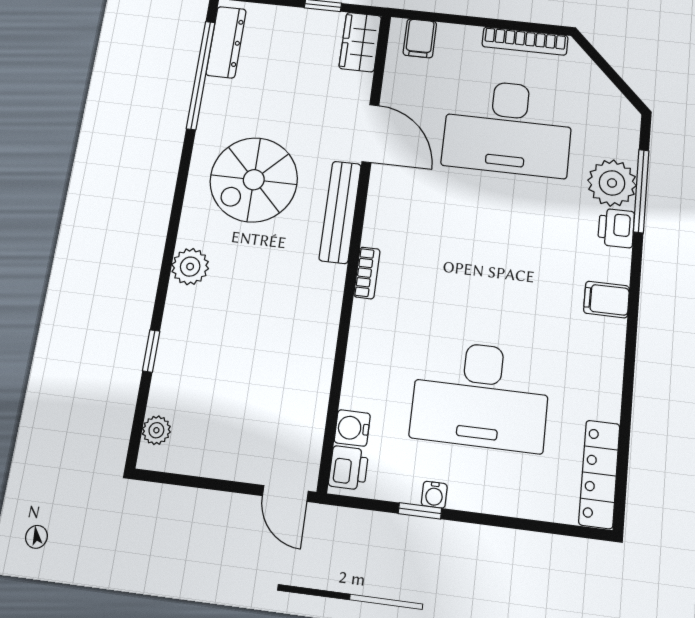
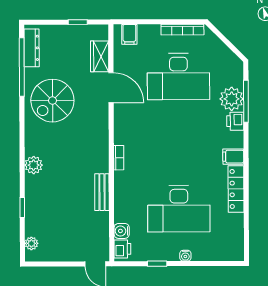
wardrobe: (360, 42) -> (100, 56), moved
spiral stairs: (254, 180) -> (52, 101), moved
bench: (340, 212) -> (102, 192), moved, width x0.73
locker: (599, 474) -> (236, 189), moved
water cooler: (434, 495) -> (185, 256), moved

